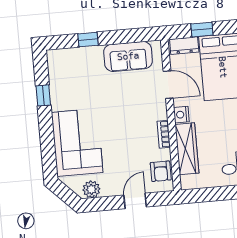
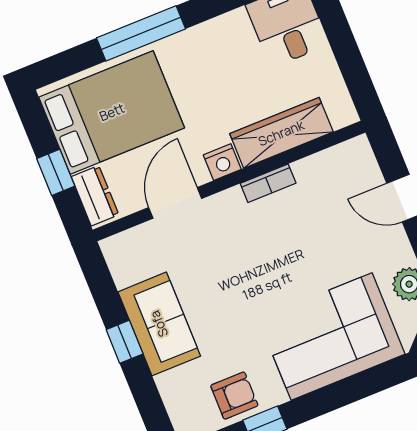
window: (88, 40) -> (125, 342), moved
sofa: (128, 56) -> (159, 324), moved
armchair: (161, 171) -> (234, 396), moved

